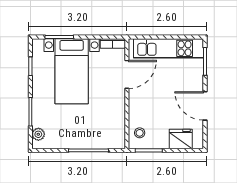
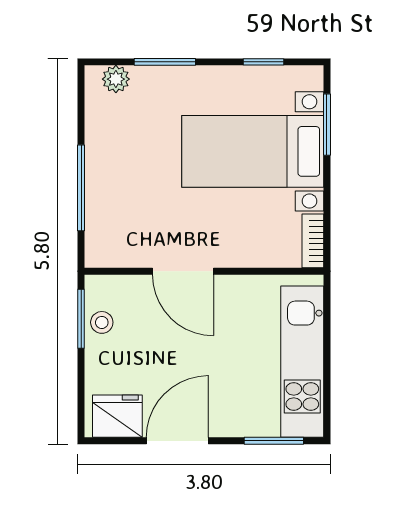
door: (127, 74) -> (183, 271), moved
stool: (140, 133) -> (102, 322), moved
fridge: (181, 139) -> (117, 416), moved, turned -90

